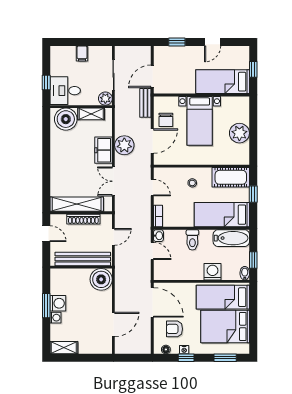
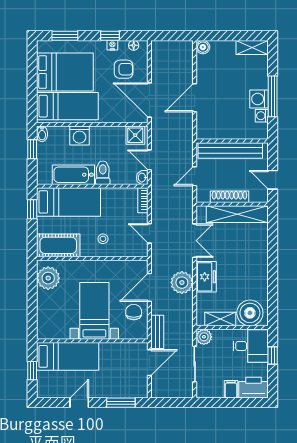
window: (177, 42) -> (121, 403), width x1.50
printer: (63, 55) -> (254, 388), added
plant: (239, 133) -> (48, 278), moved
window: (253, 194) -> (32, 209), moved
bathtub: (231, 238) -> (73, 175), moved
shower: (164, 272) -> (135, 135), added
boiler: (101, 279) -> (203, 47), moved, width x0.54, depth x0.54
window: (46, 306) -> (273, 96), width x1.44
washing machine: (56, 318) -> (262, 116), moved
door: (113, 324) -> (195, 98), moved

